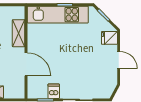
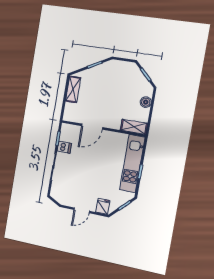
shelving: (19, 33) -> (134, 127), moved

